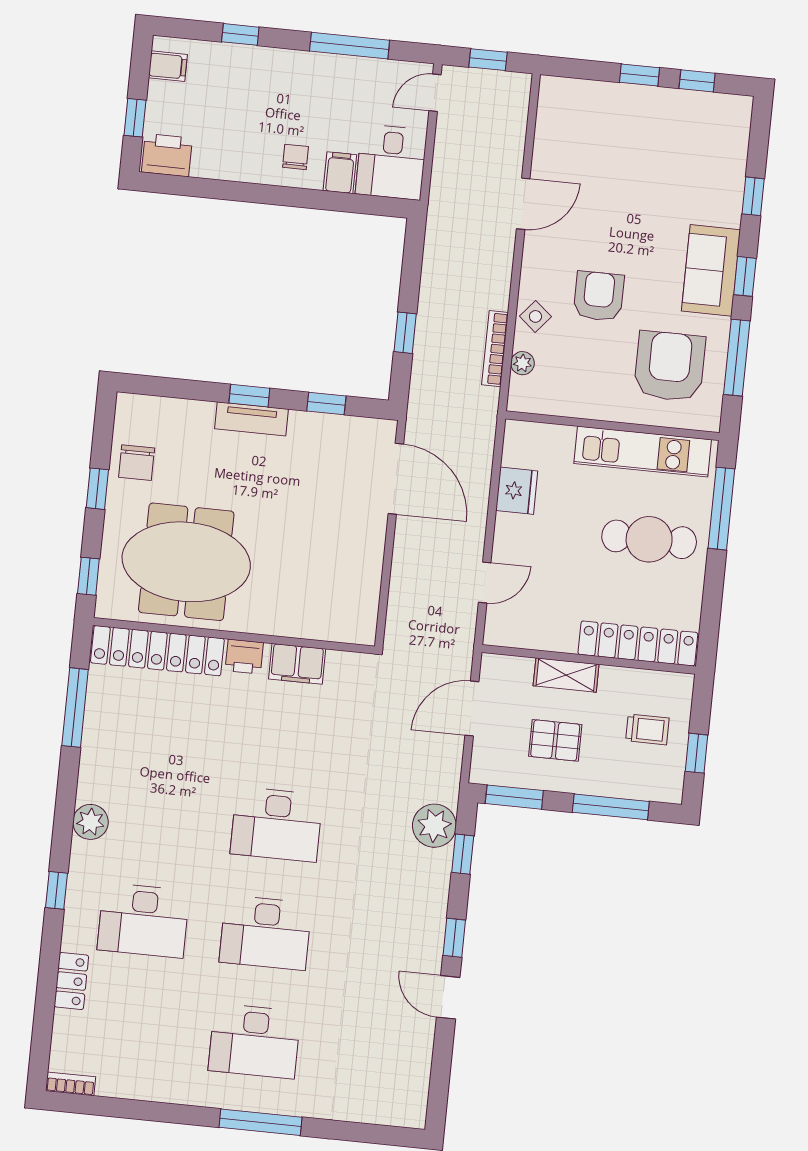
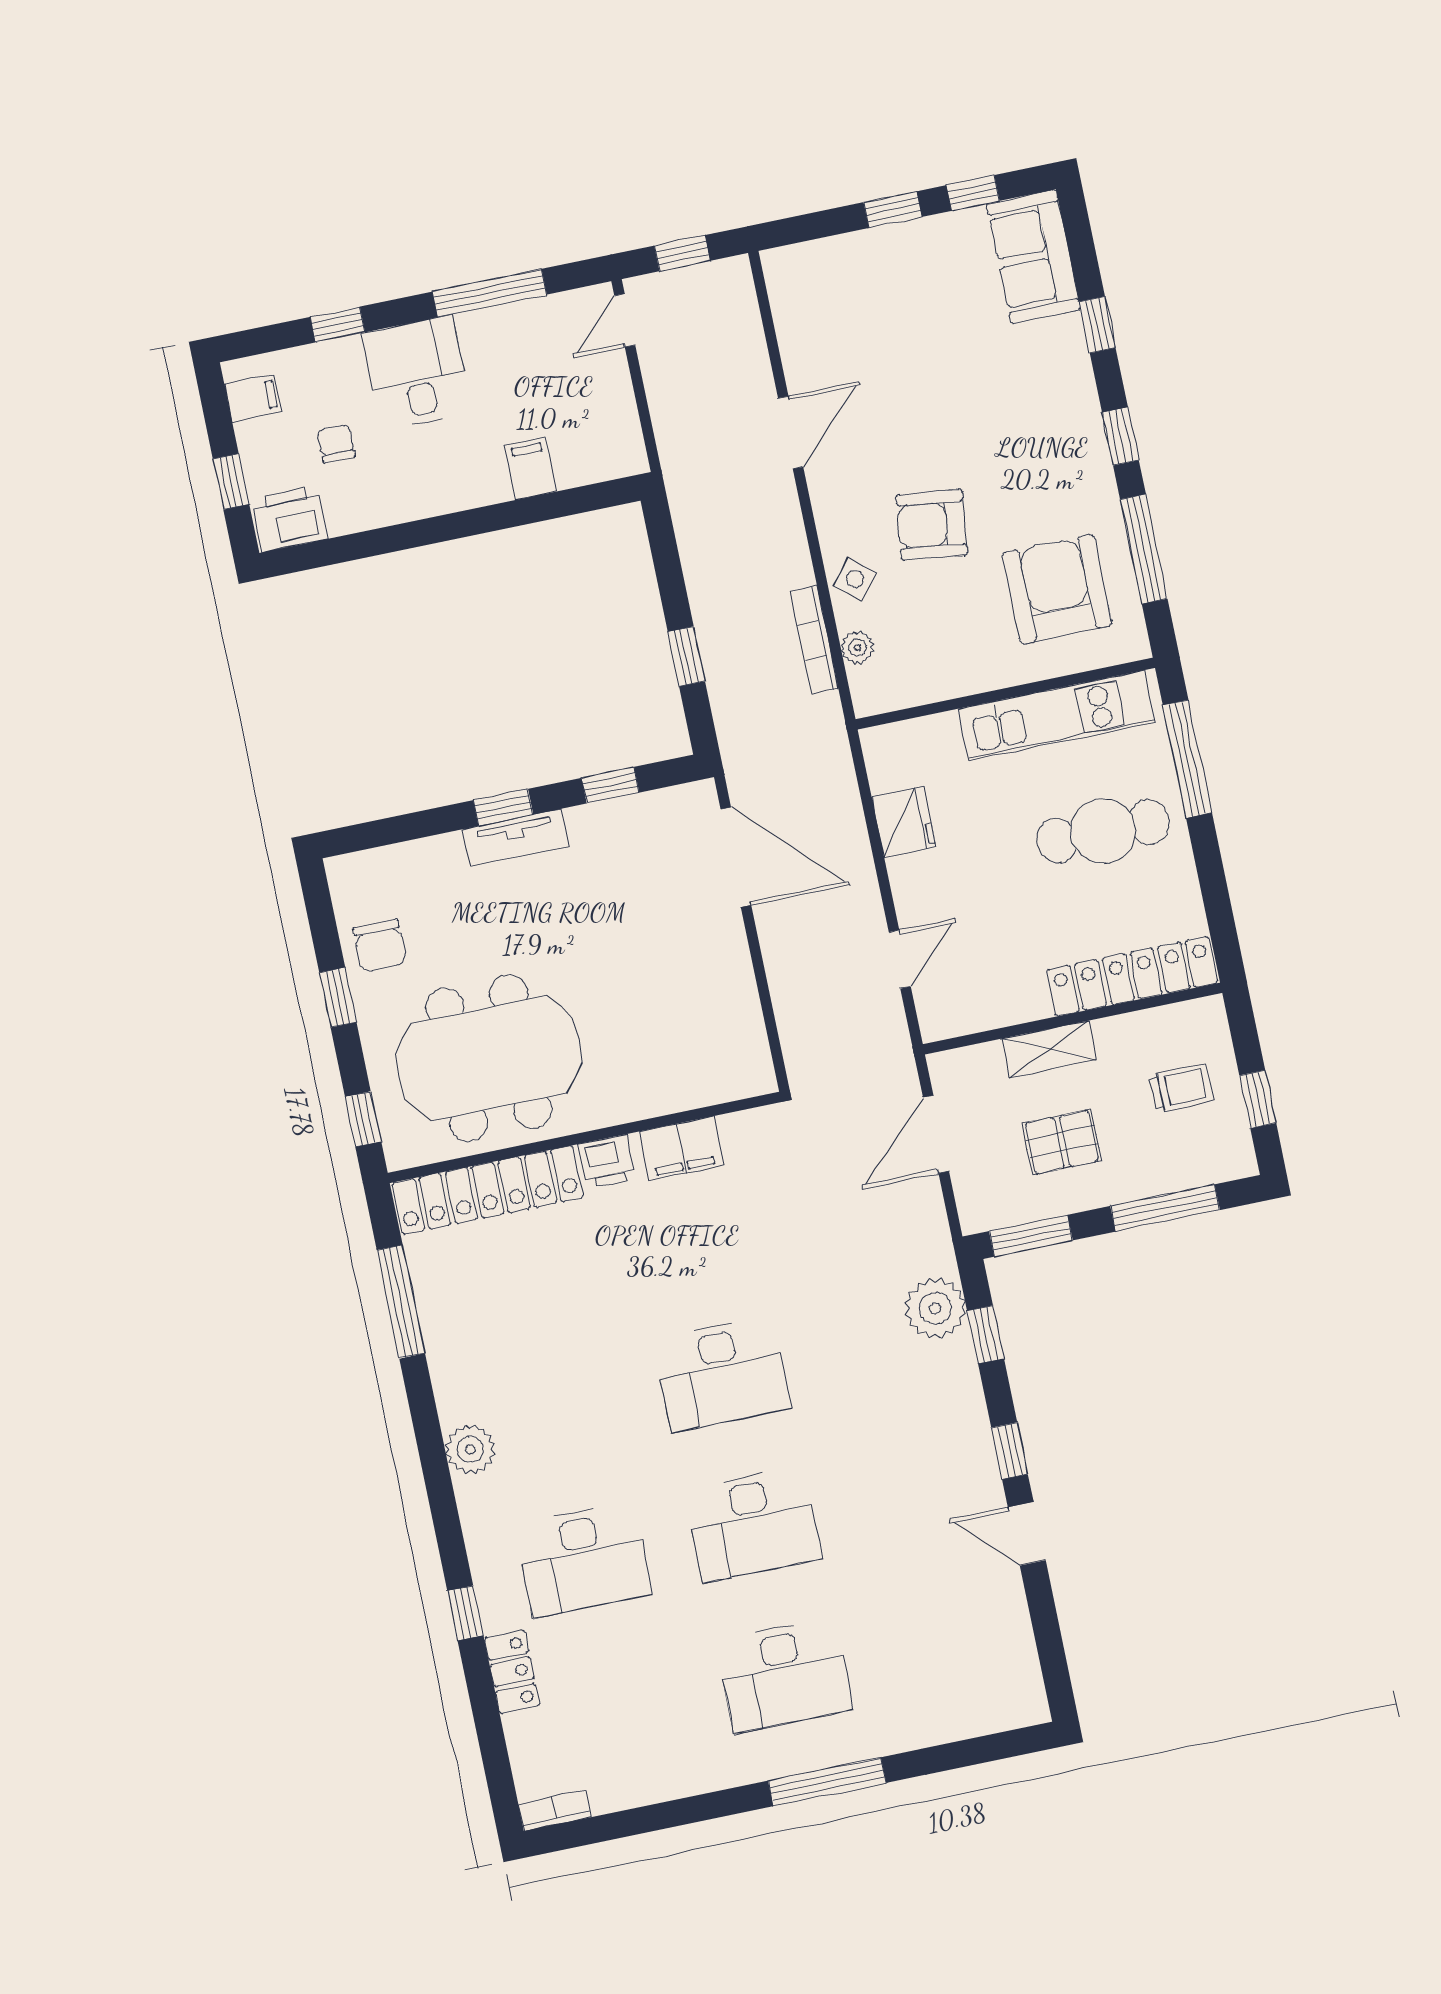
chair: (296, 157) -> (336, 443), moved
desk: (391, 162) -> (417, 373), moved, turned 180
sofa: (711, 270) -> (1034, 257), moved
armchair: (599, 296) -> (932, 525), turned -83
window: (56, 890) -> (465, 1613), moved

